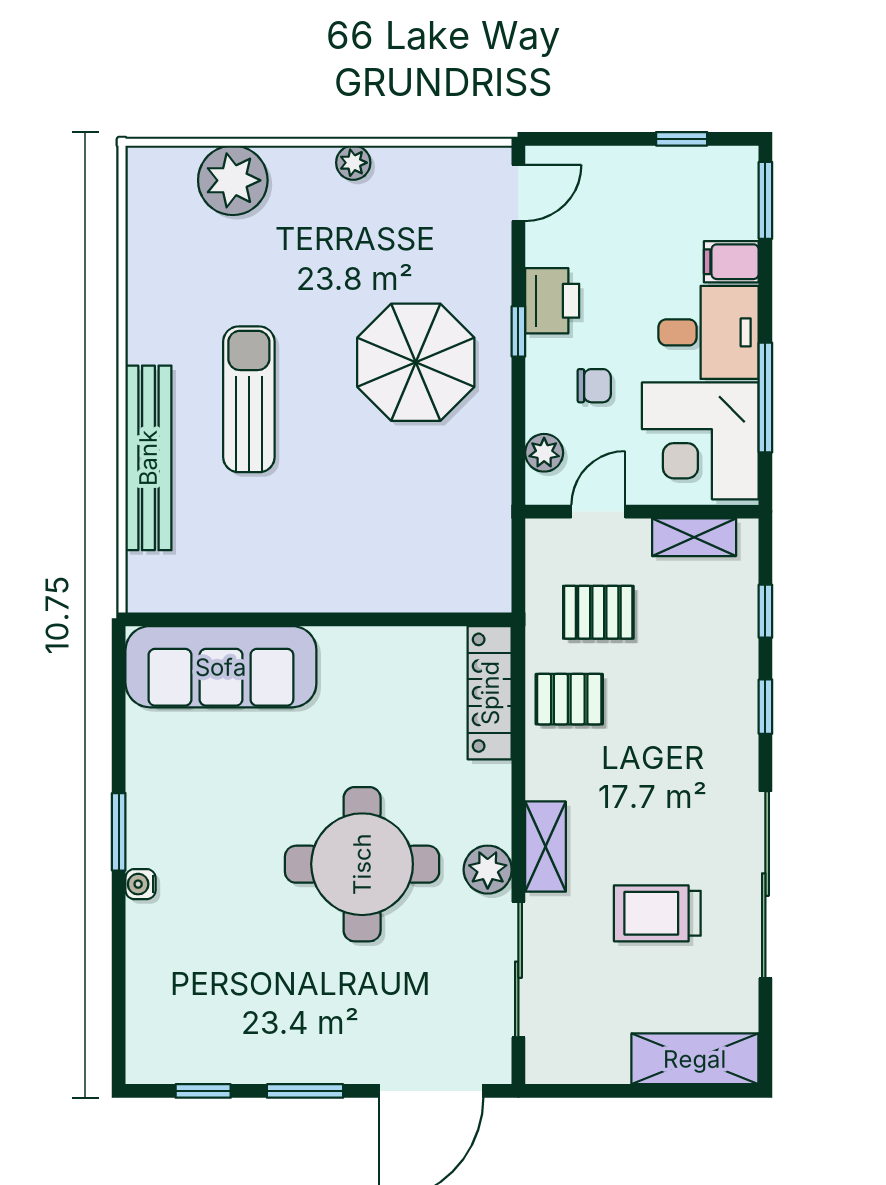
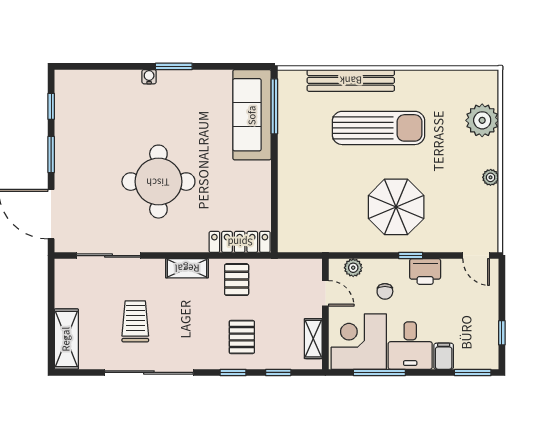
sun lounger: (249, 399) -> (379, 128), width x1.36, depth x1.34
pallet: (598, 612) -> (242, 337), moved
window: (203, 619) -> (274, 106), added
shelving: (545, 847) -> (187, 268), moved
plant: (488, 870) -> (156, 241), removed

